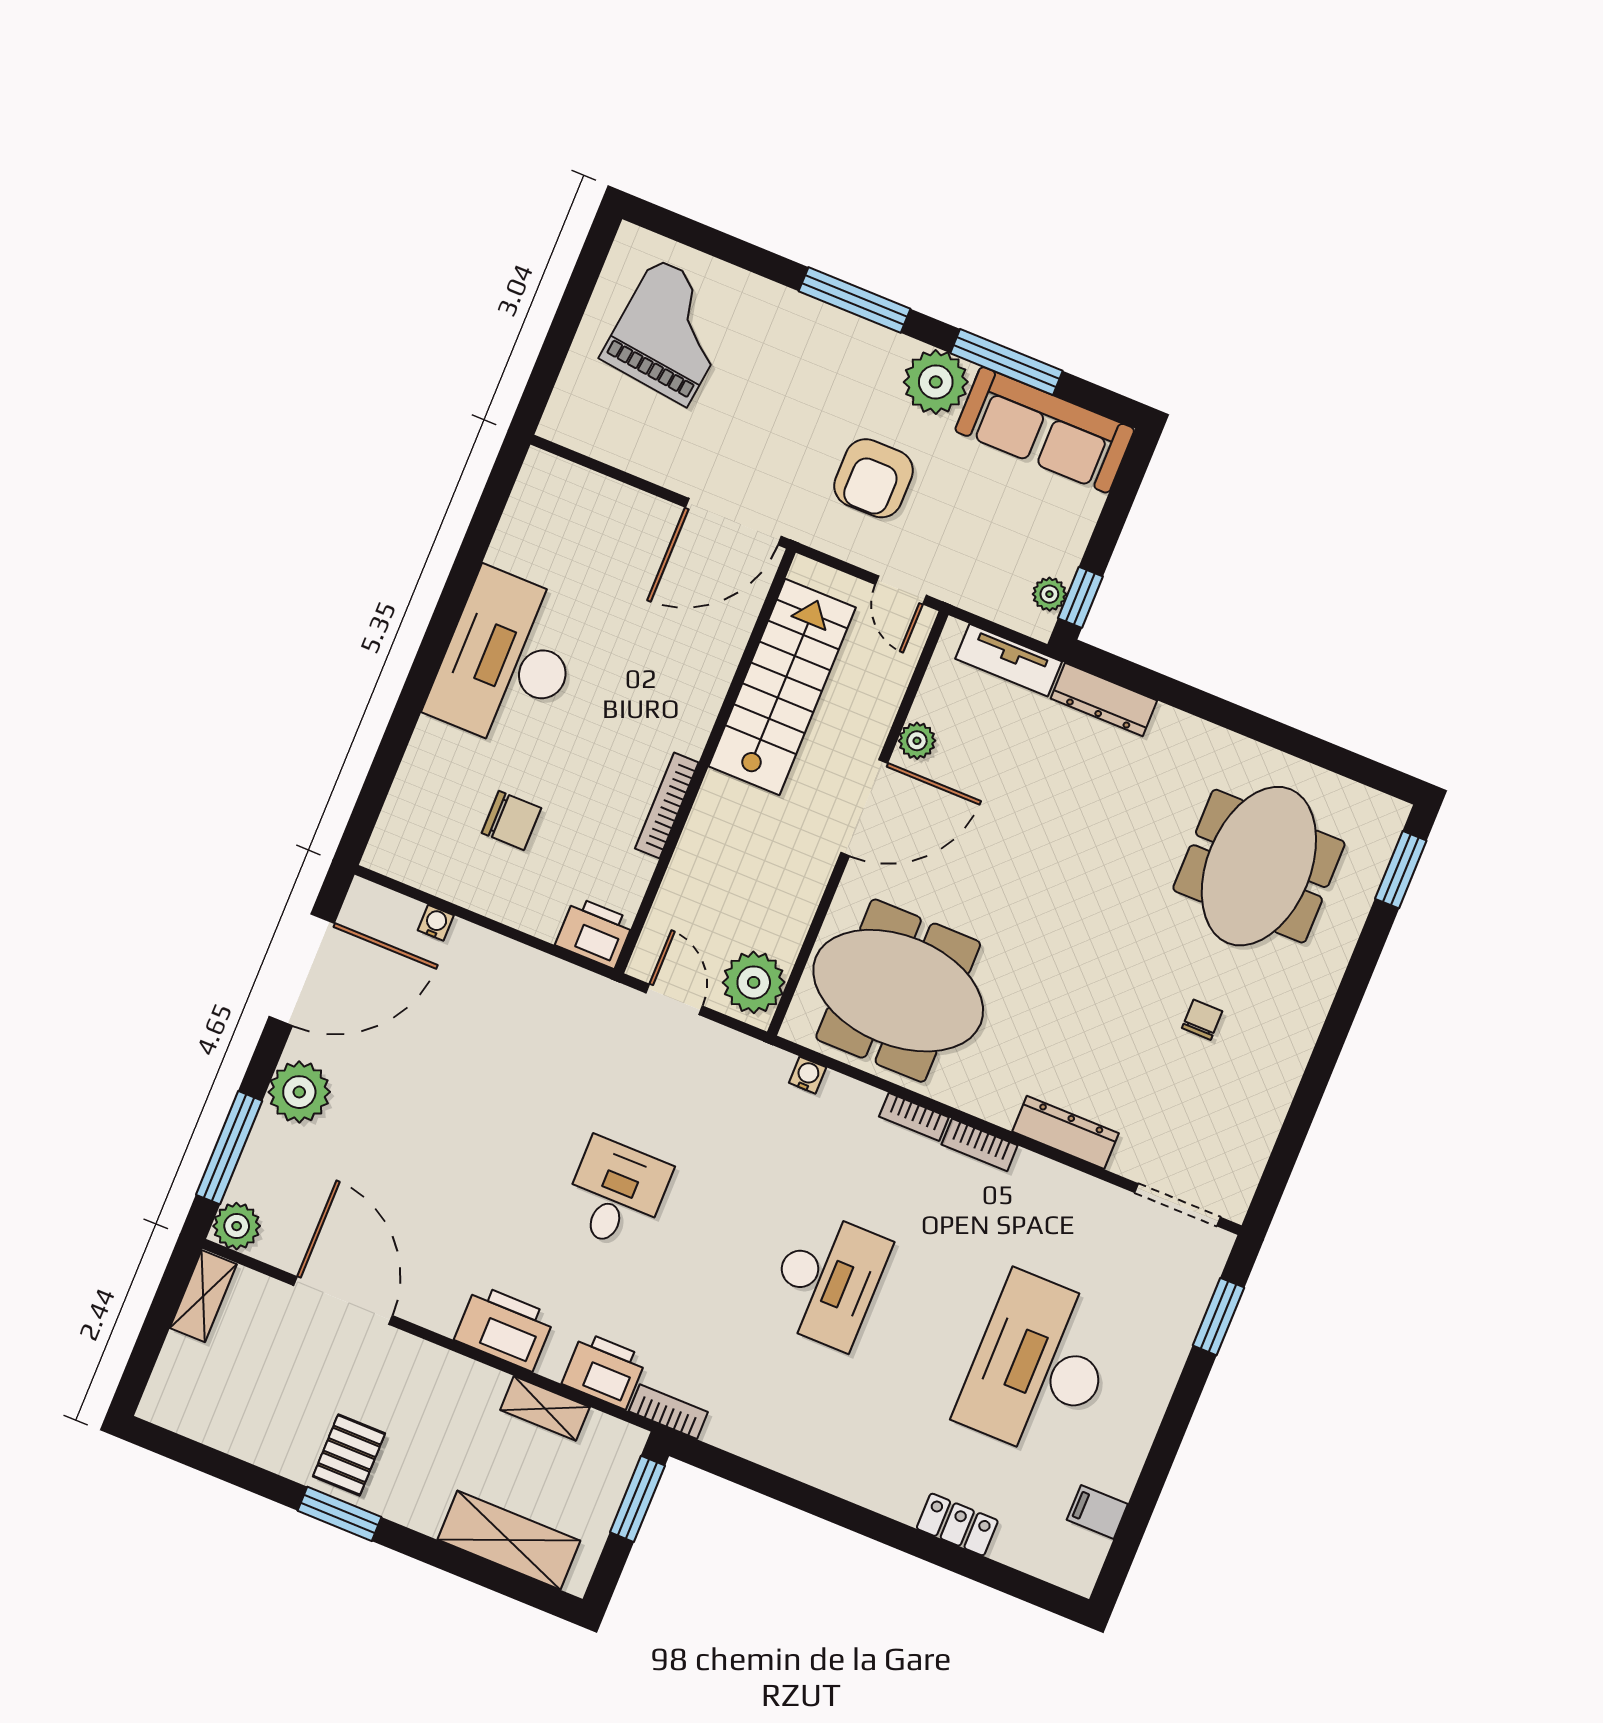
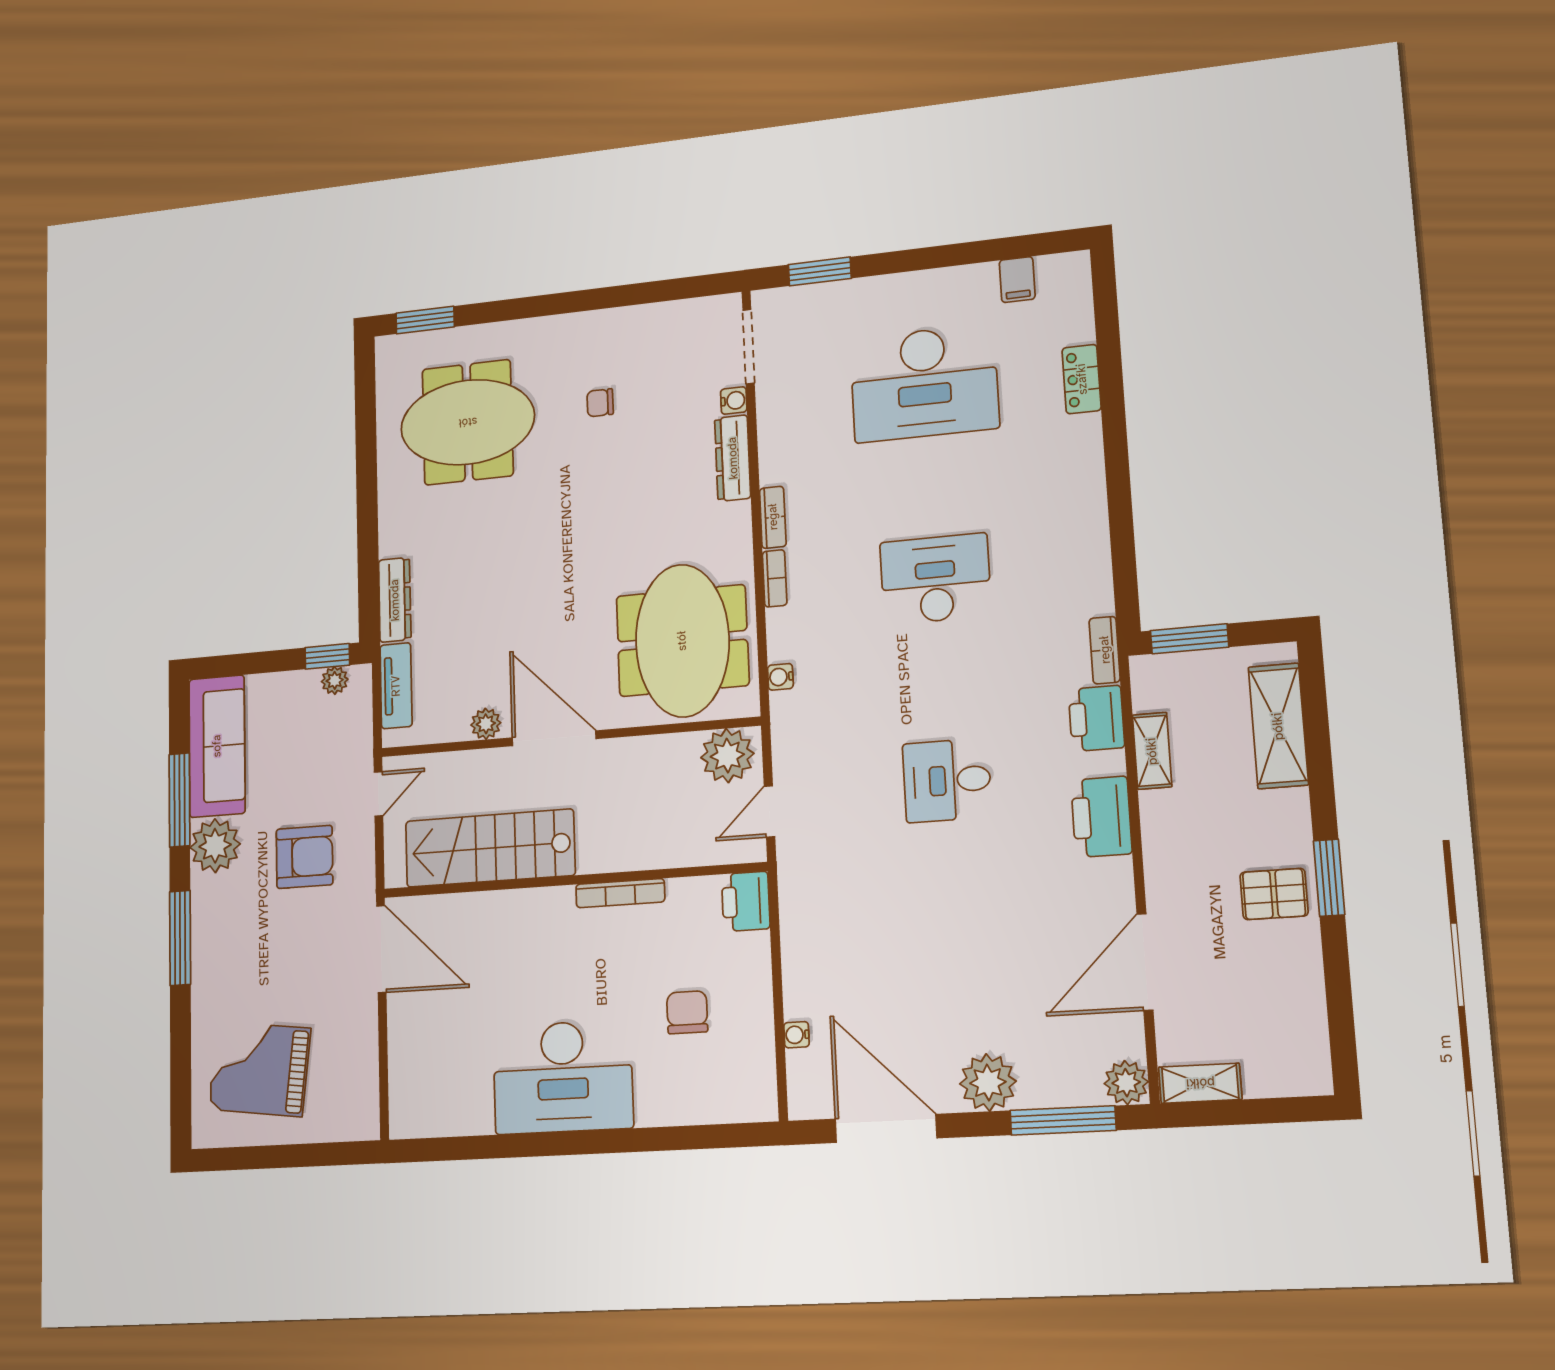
water cooler: (1127, 1162) -> (734, 401), added

